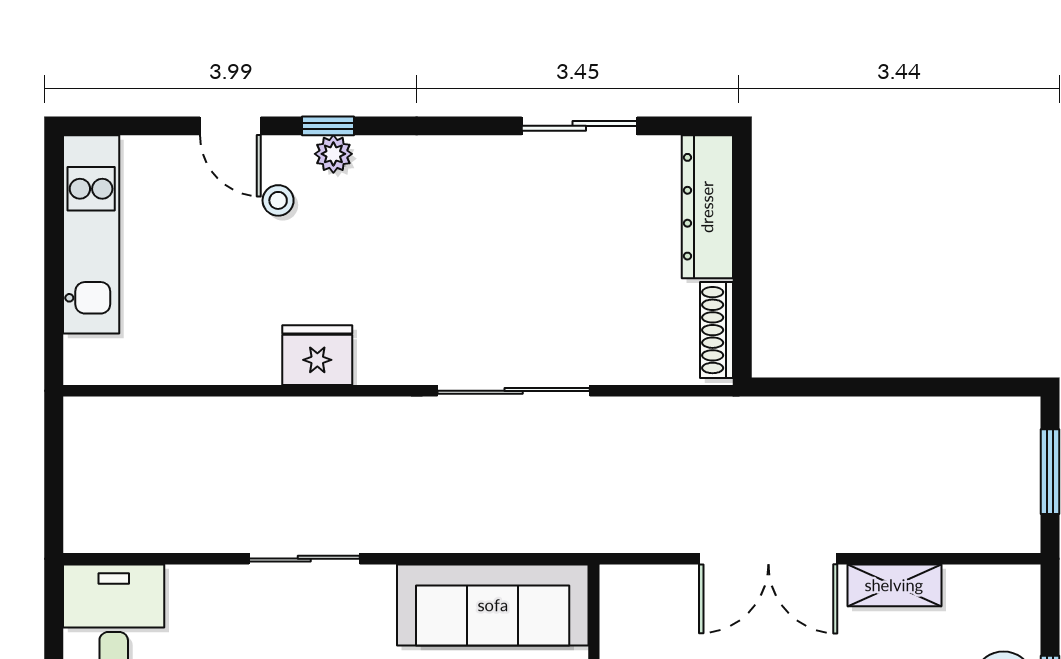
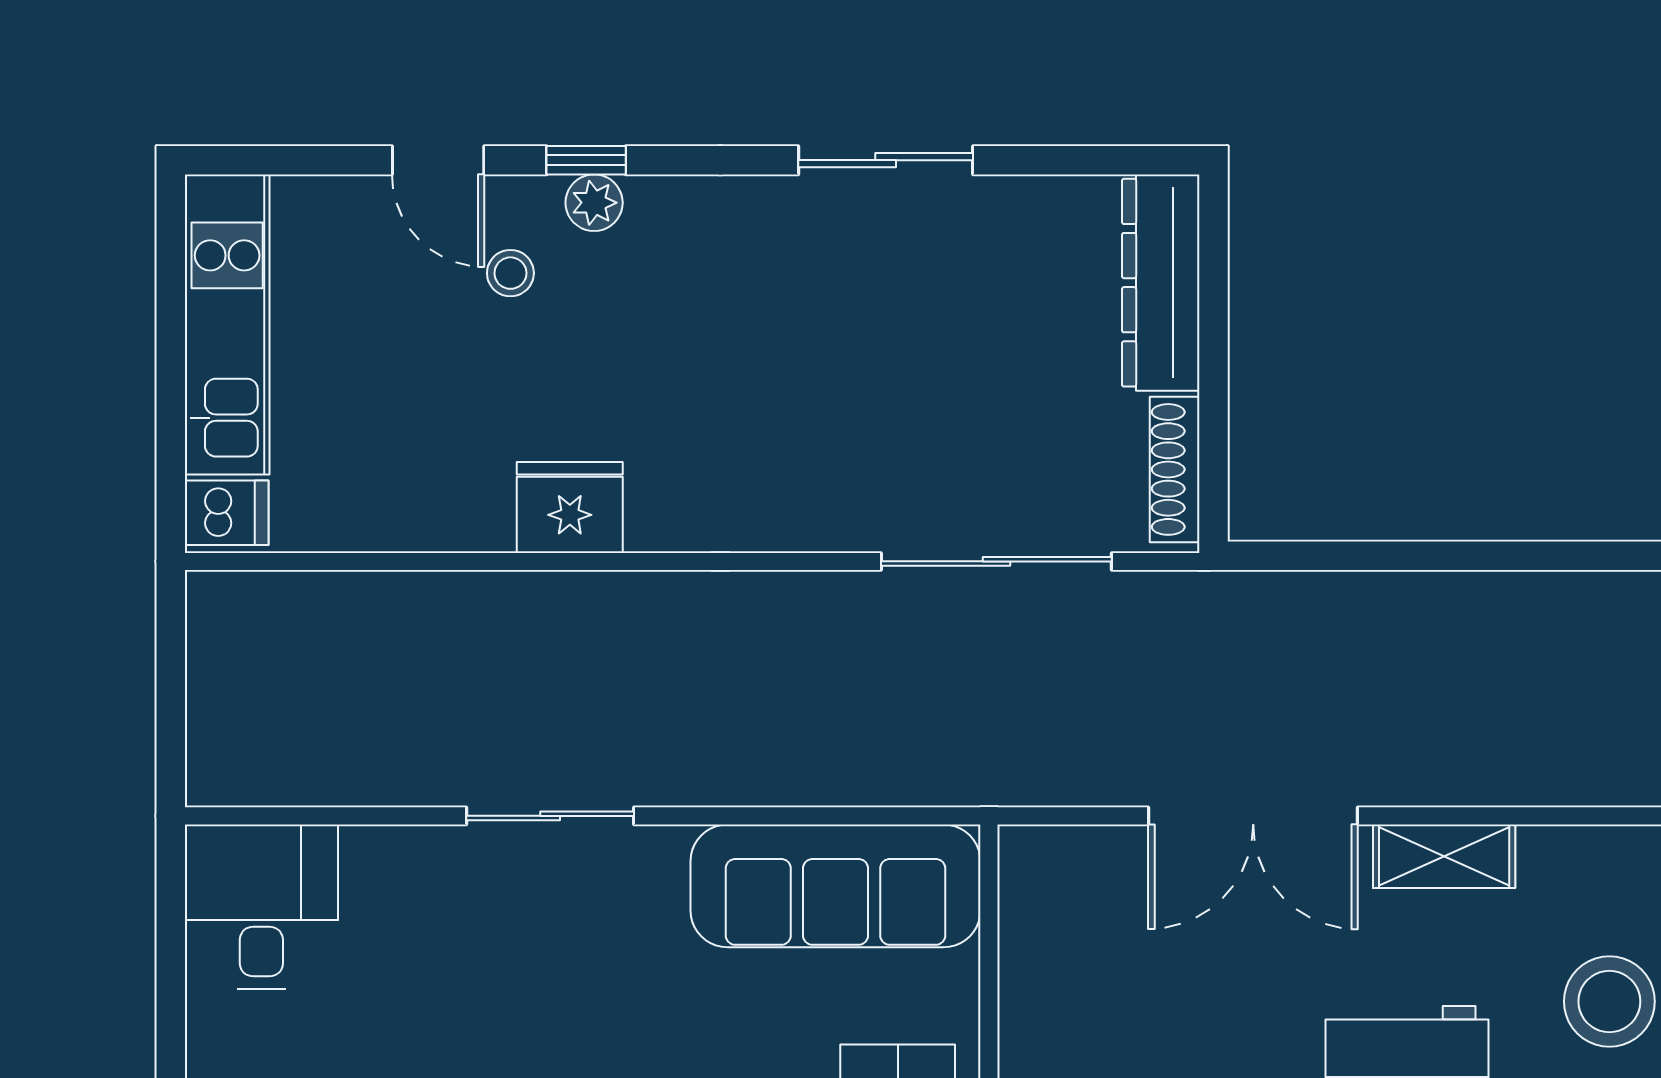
sliding door: (579, 126) -> (886, 160), moved
dishwasher: (91, 359) -> (227, 513), added
sliding door: (514, 391) -> (996, 561), moved

